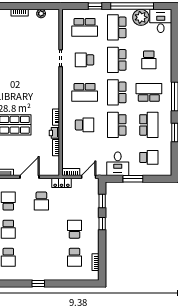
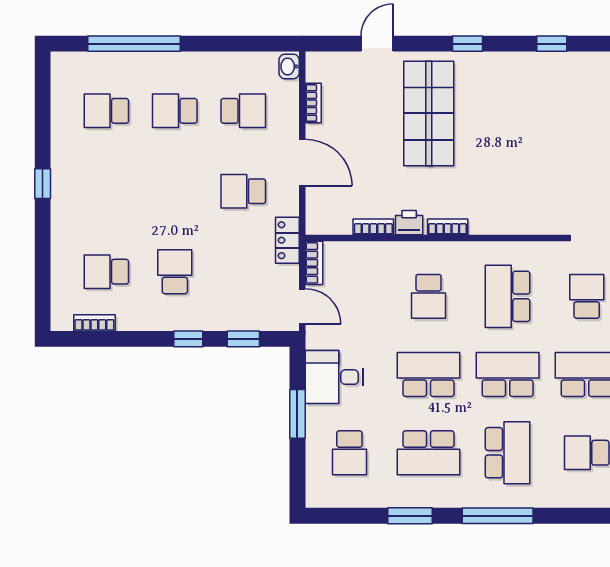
school desk: (74, 229) -> (175, 272), turned -90

